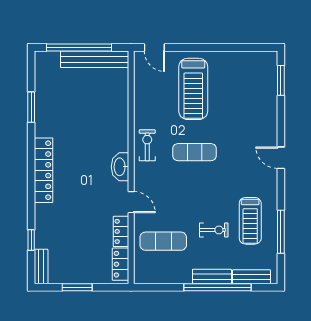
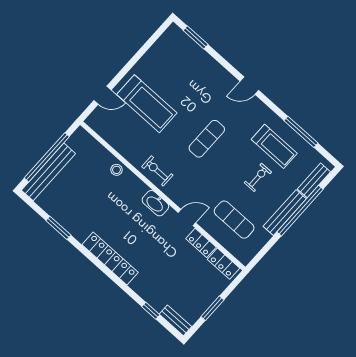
door: (154, 47) -> (103, 95), moved
bench: (95, 59) -> (48, 172), moved
stool: (119, 112) -> (116, 170), added
exercise mat: (194, 152) -> (207, 139), moved
exercise mat: (163, 241) -> (234, 220), turned 90
bench: (212, 277) -> (285, 213), width x1.36

